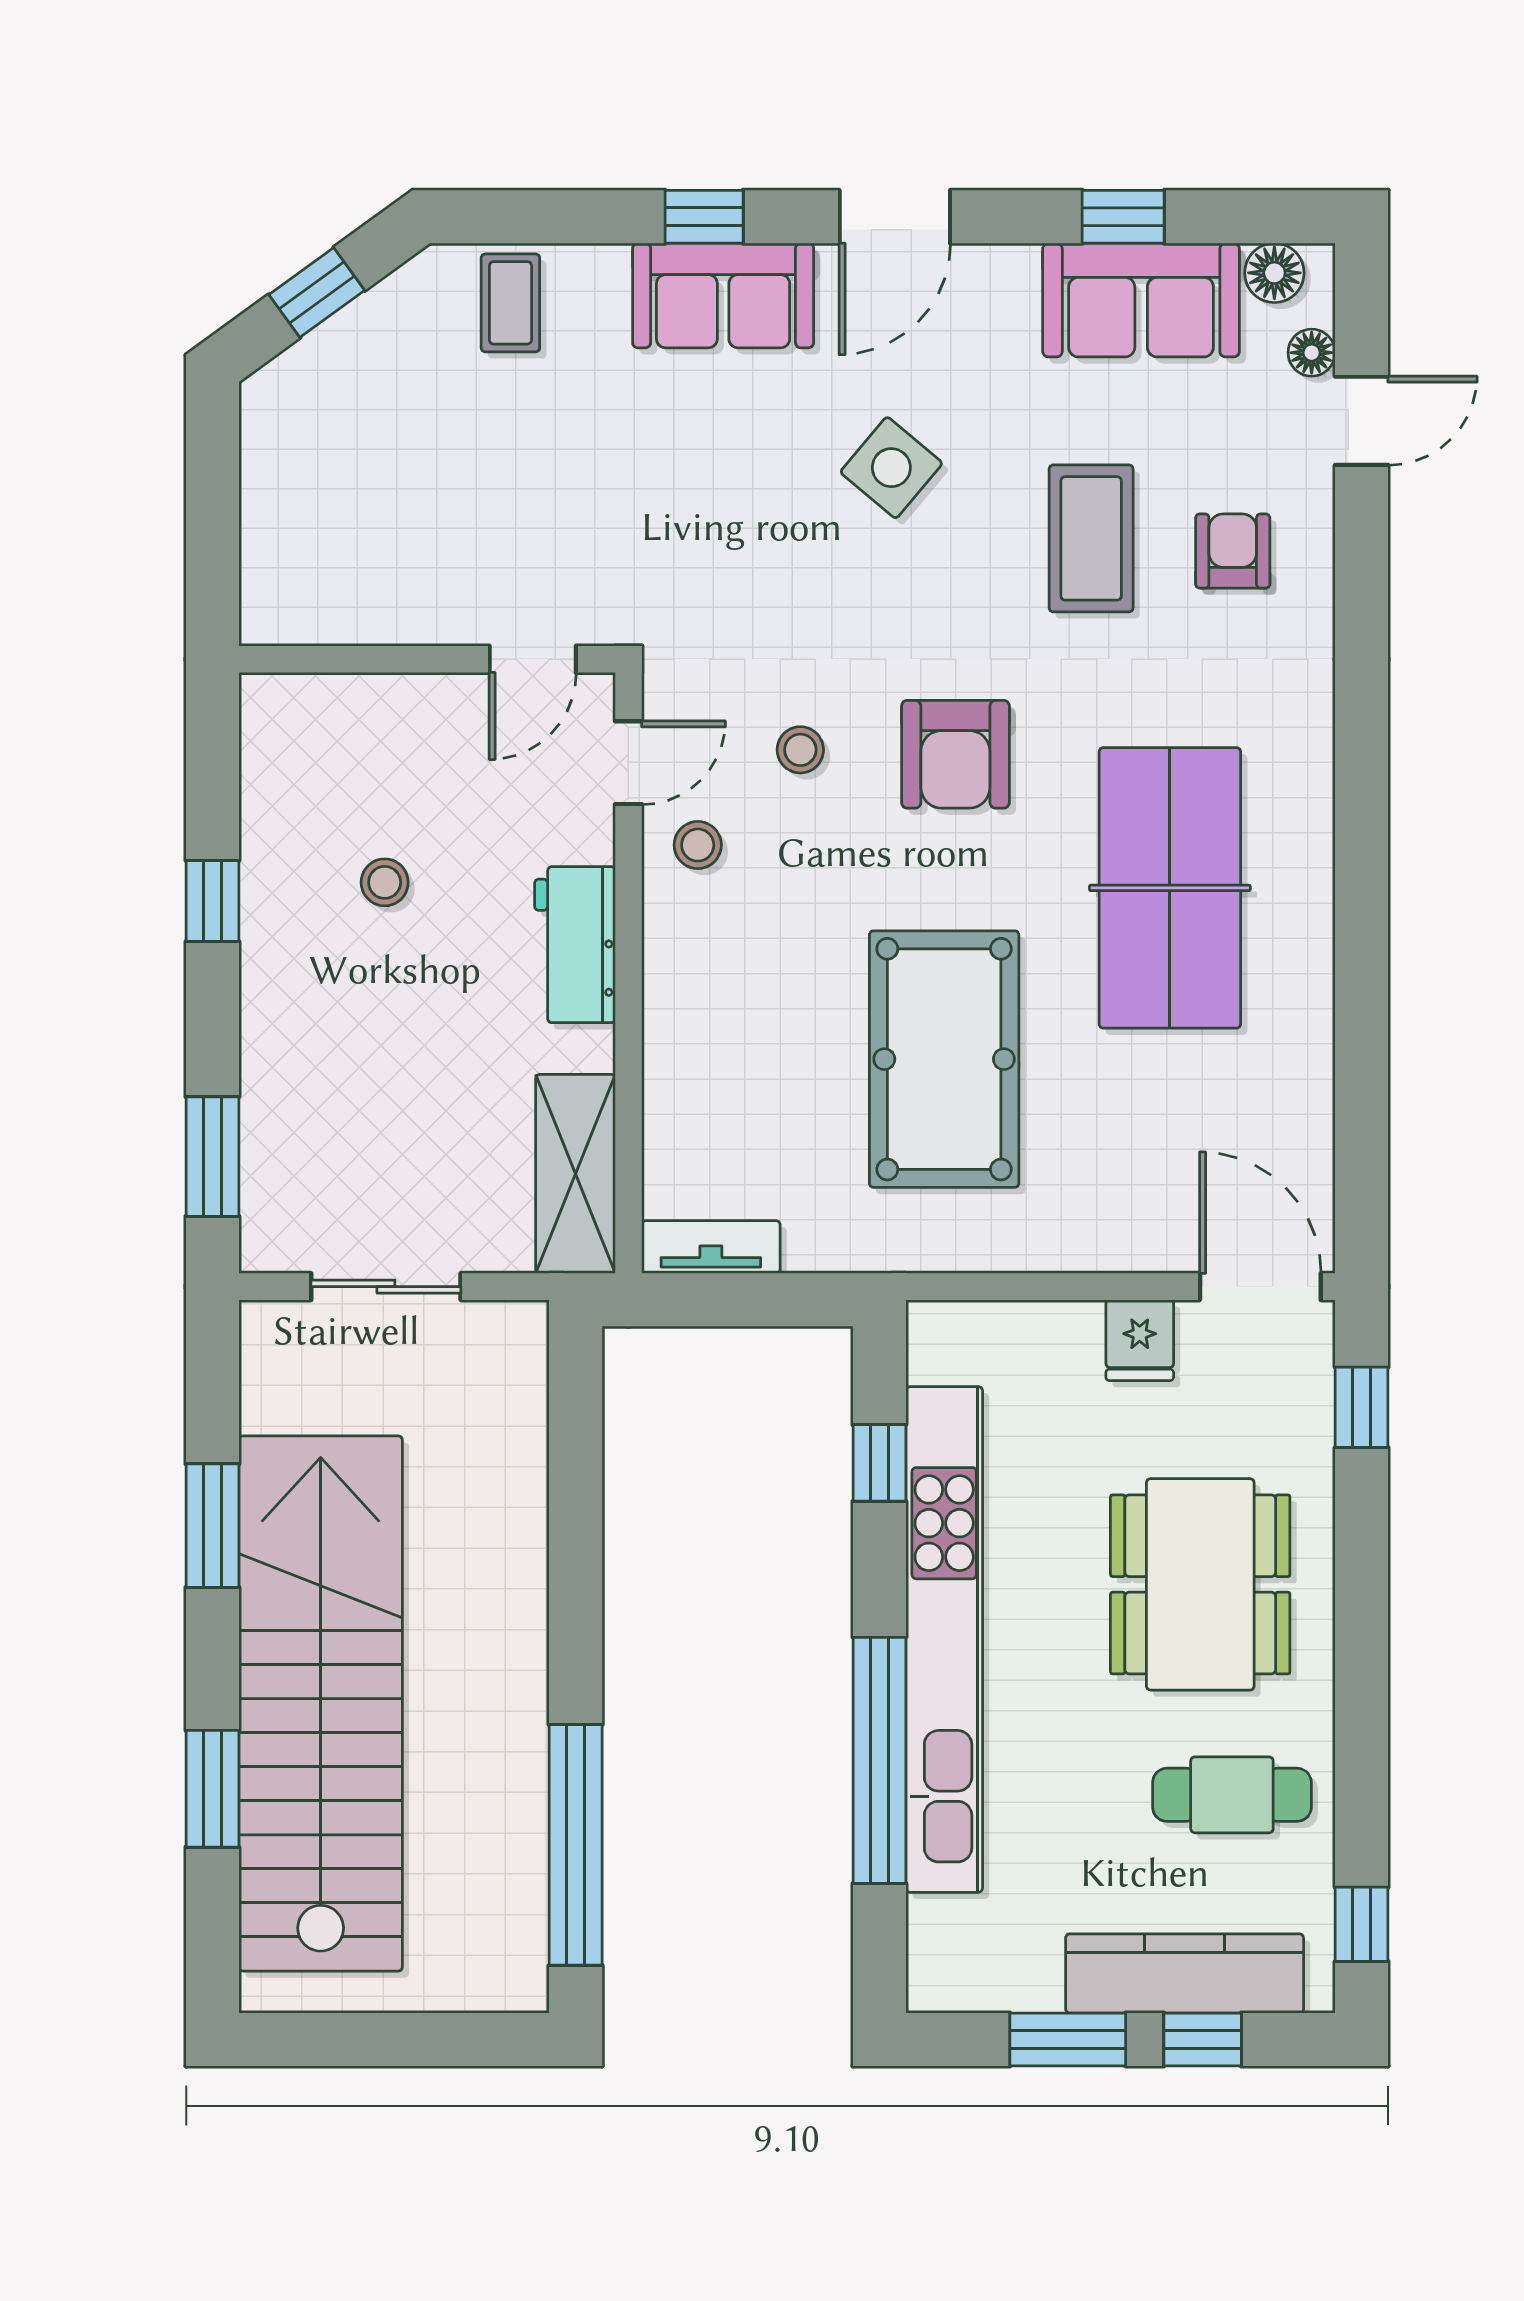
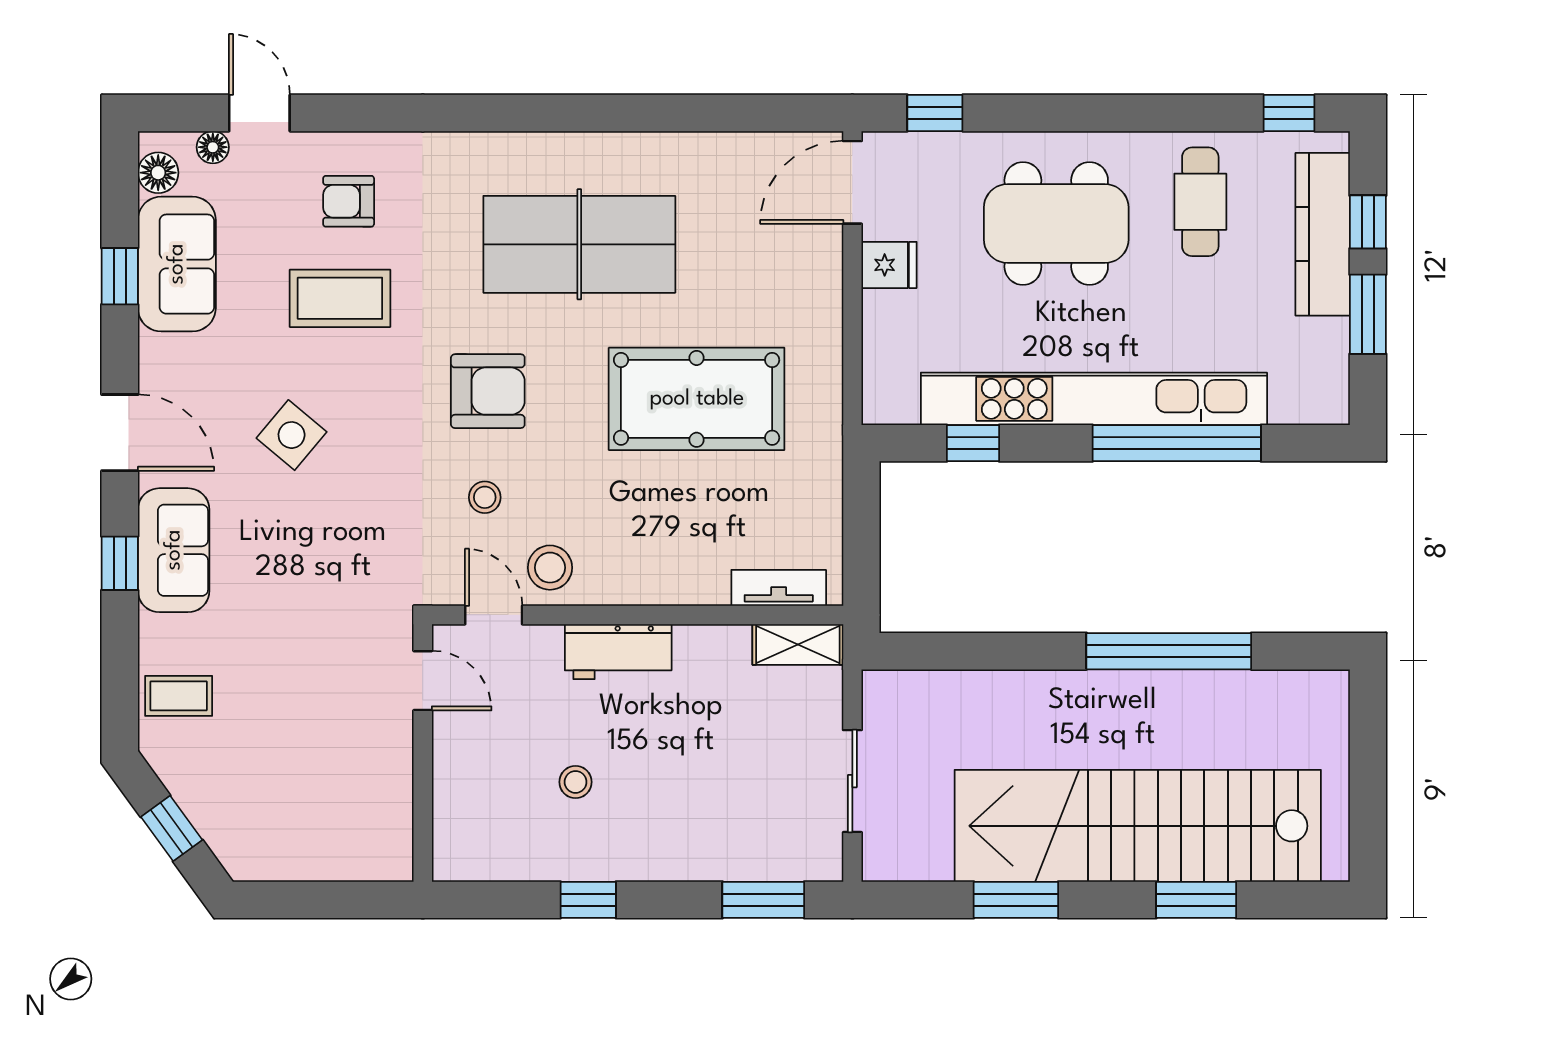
stool: (698, 845) -> (550, 568), width x1.37, depth x1.37
shelving: (575, 1174) -> (798, 644), width x0.67, depth x0.75
tv unit: (711, 1247) -> (779, 588), moved, turned 90
window: (576, 1845) -> (1169, 651), moved

